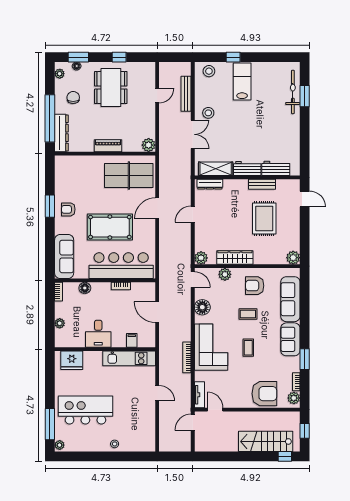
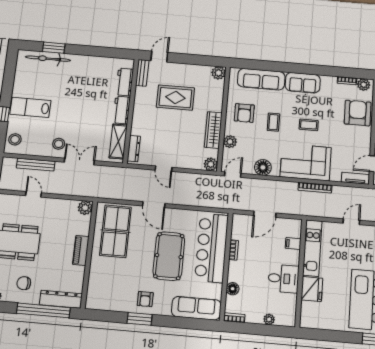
bench: (262, 184) -> (142, 73), moved
window: (305, 359) -> (324, 71), removed
fridge: (72, 360) -> (312, 289), moved

